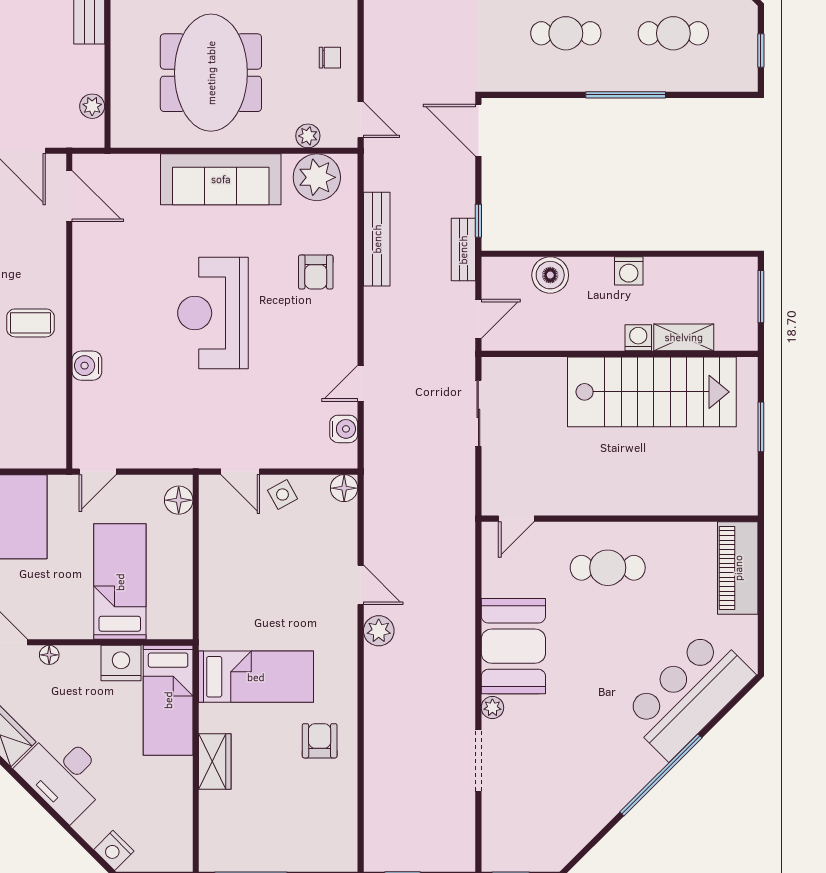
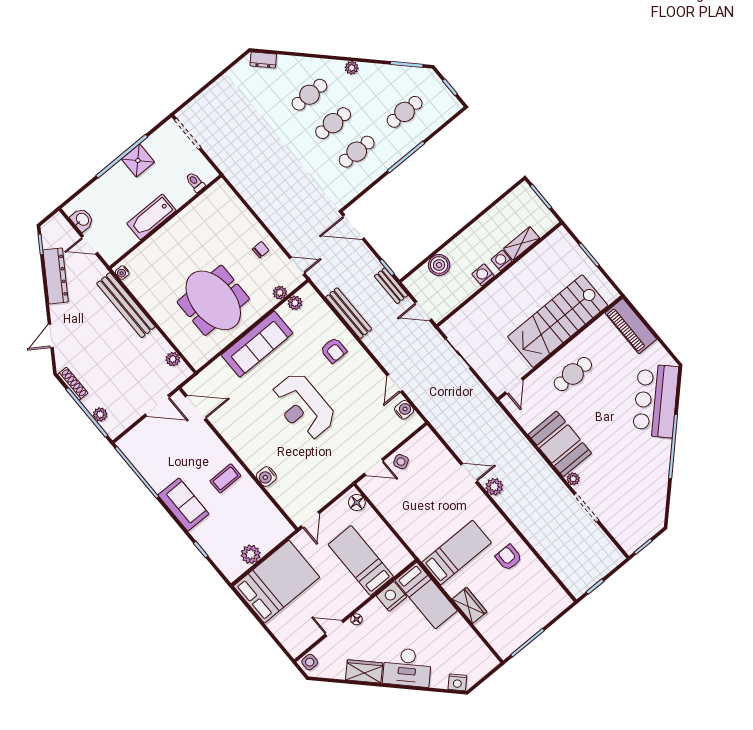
plant: (317, 177) -> (295, 303), width x0.53, depth x0.53
washing machine: (629, 271) -> (483, 275), moved, turned 180
door: (478, 319) -> (423, 311), swing flipped
stairs: (652, 392) -> (558, 321), moved, turned 180
floor lamp: (344, 488) -> (426, 436), removed

